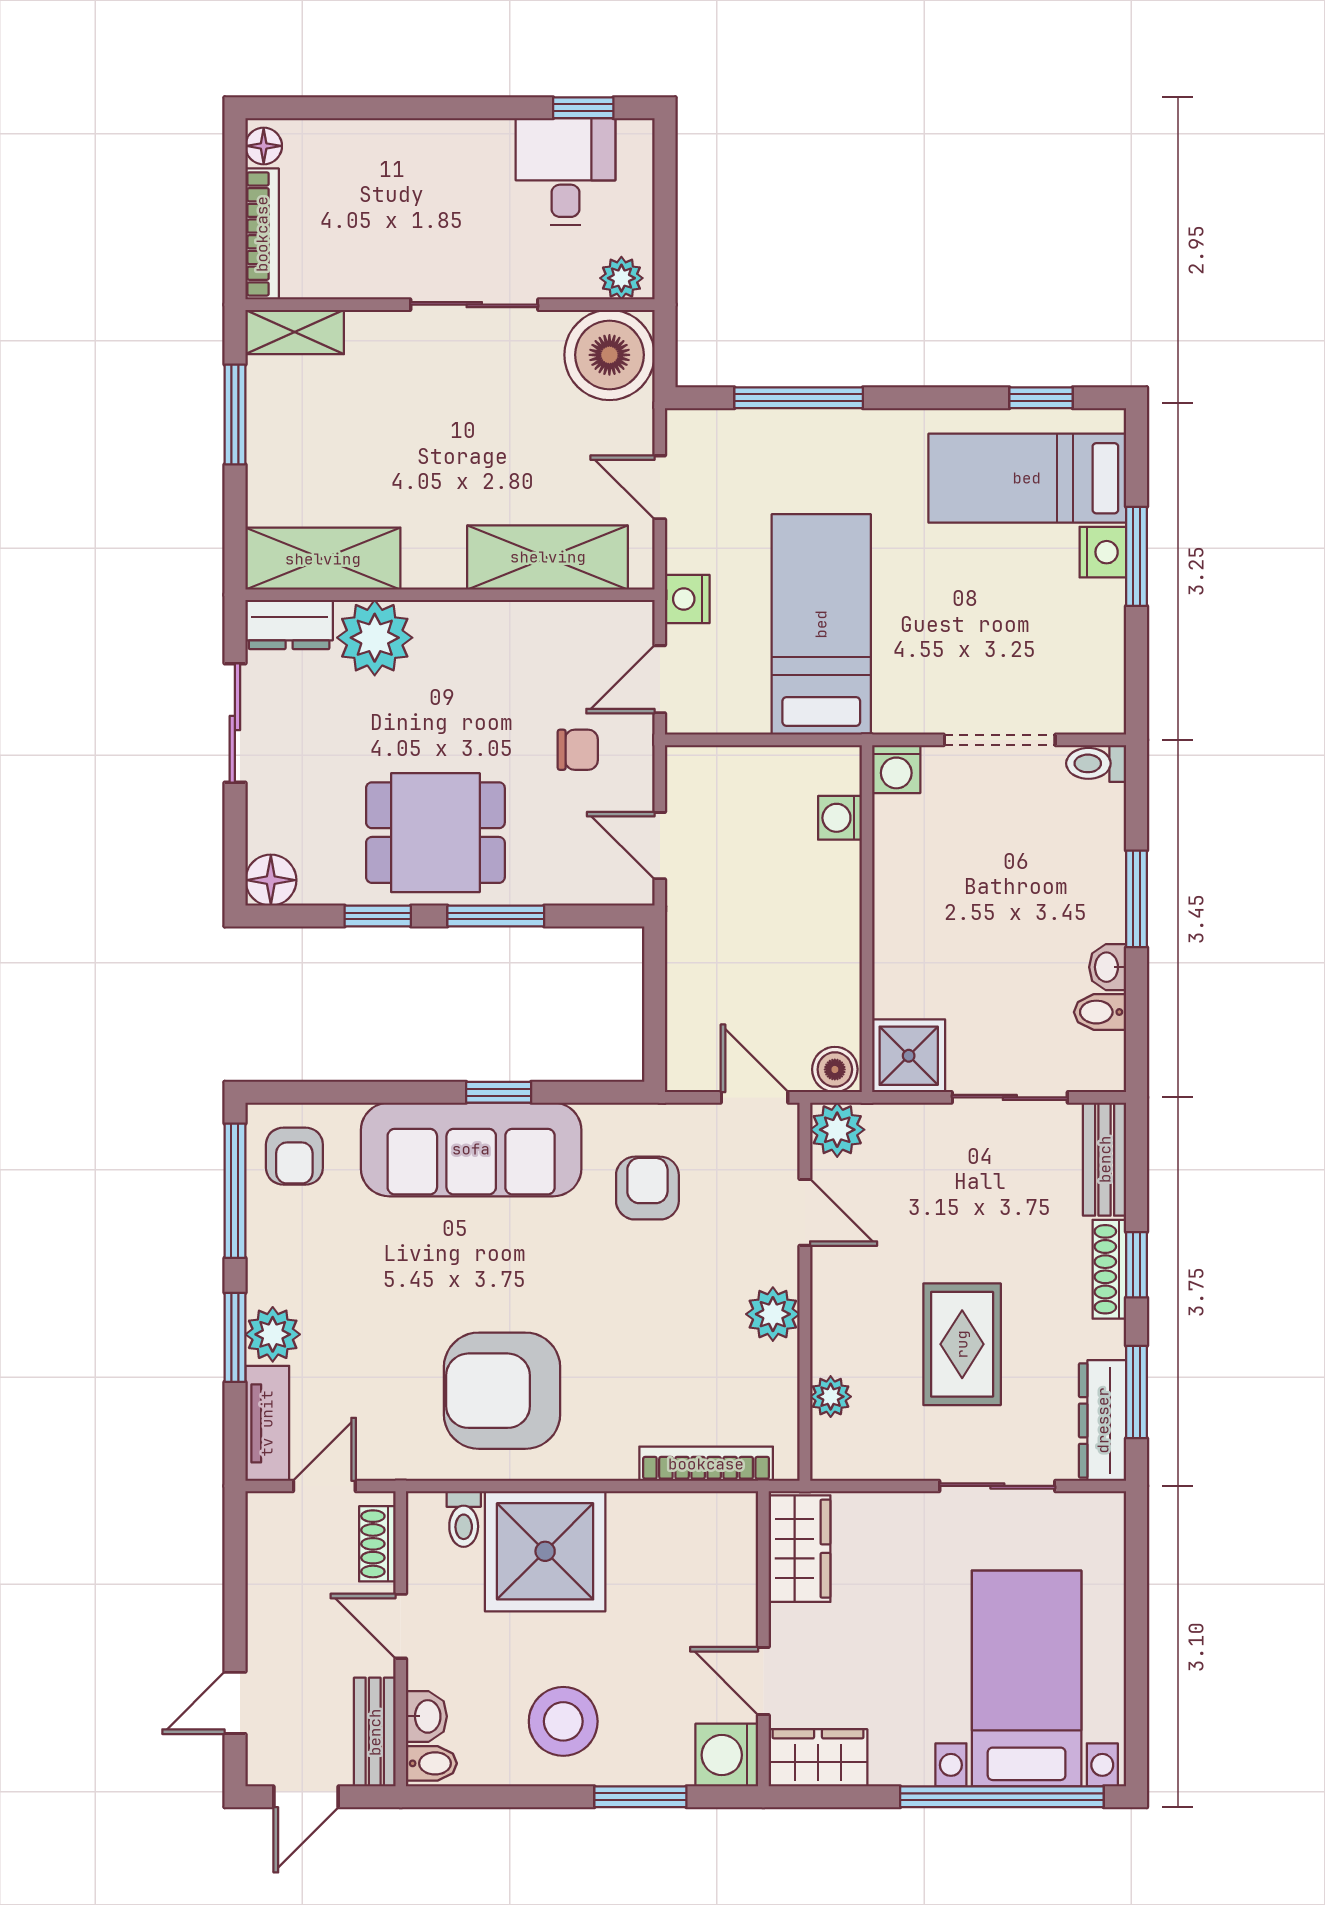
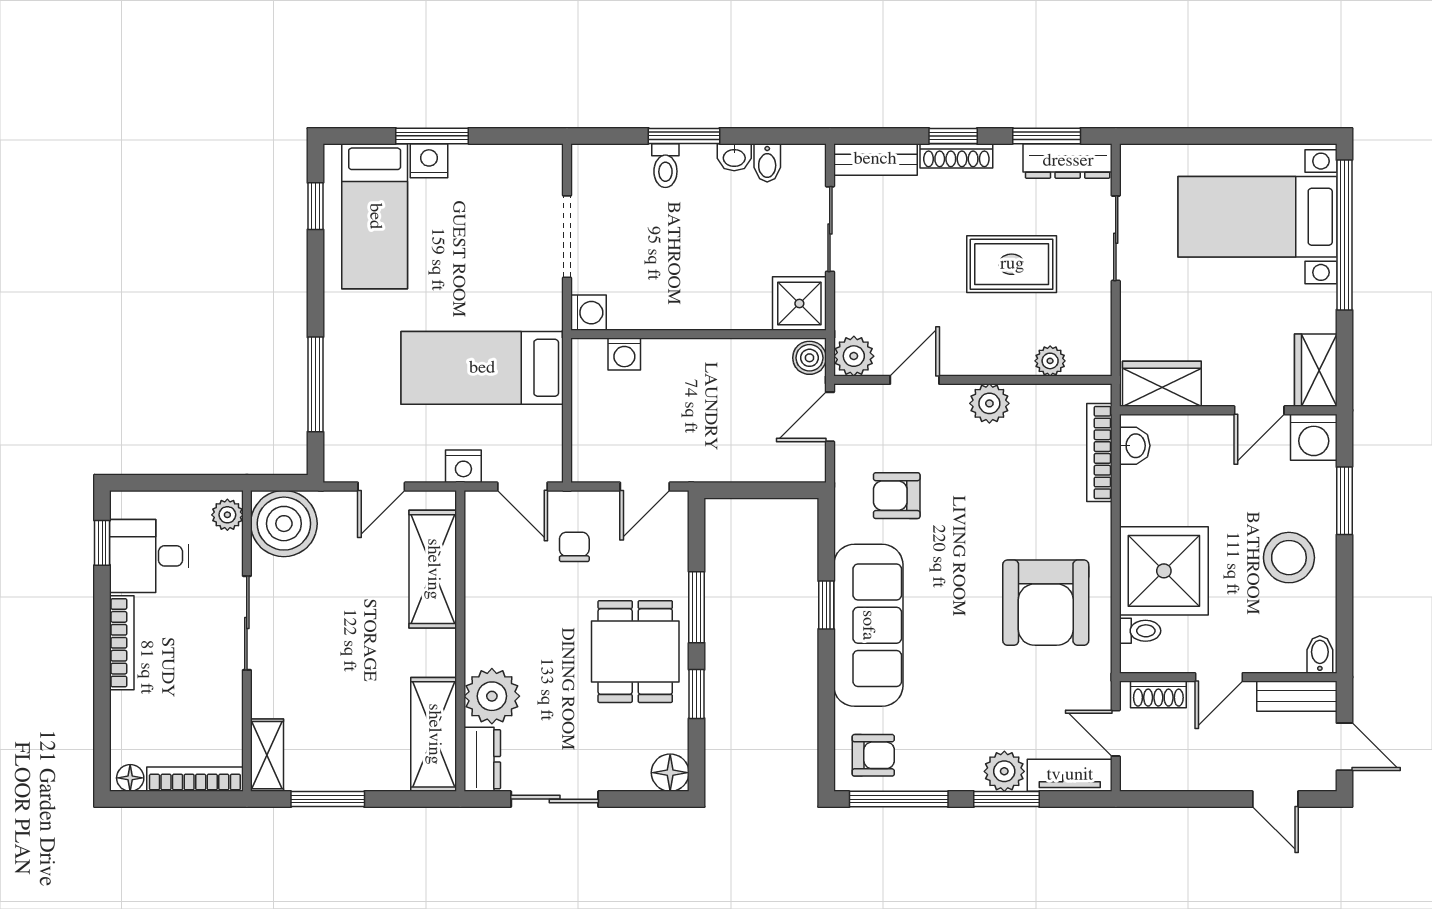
bookcase: (447, 134) -> (122, 643), added
toilet: (1096, 763) -> (665, 166), moved
washbasin: (426, 1716) -> (1135, 446), moved, turned 90

